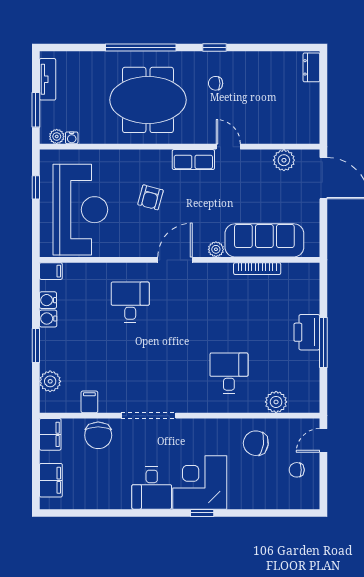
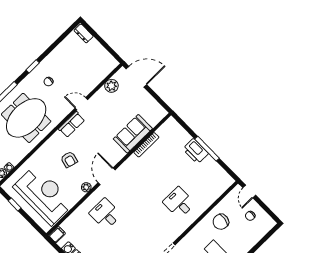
sofa: (264, 240) -> (133, 134), width x0.73
plant: (216, 249) -> (86, 187), moved
plant: (276, 402) -> (212, 195), removed

